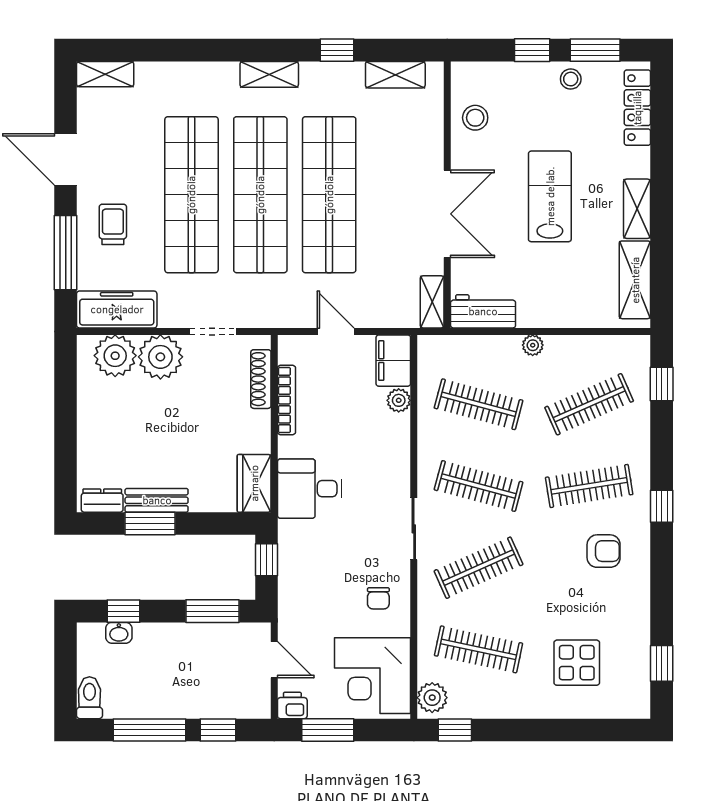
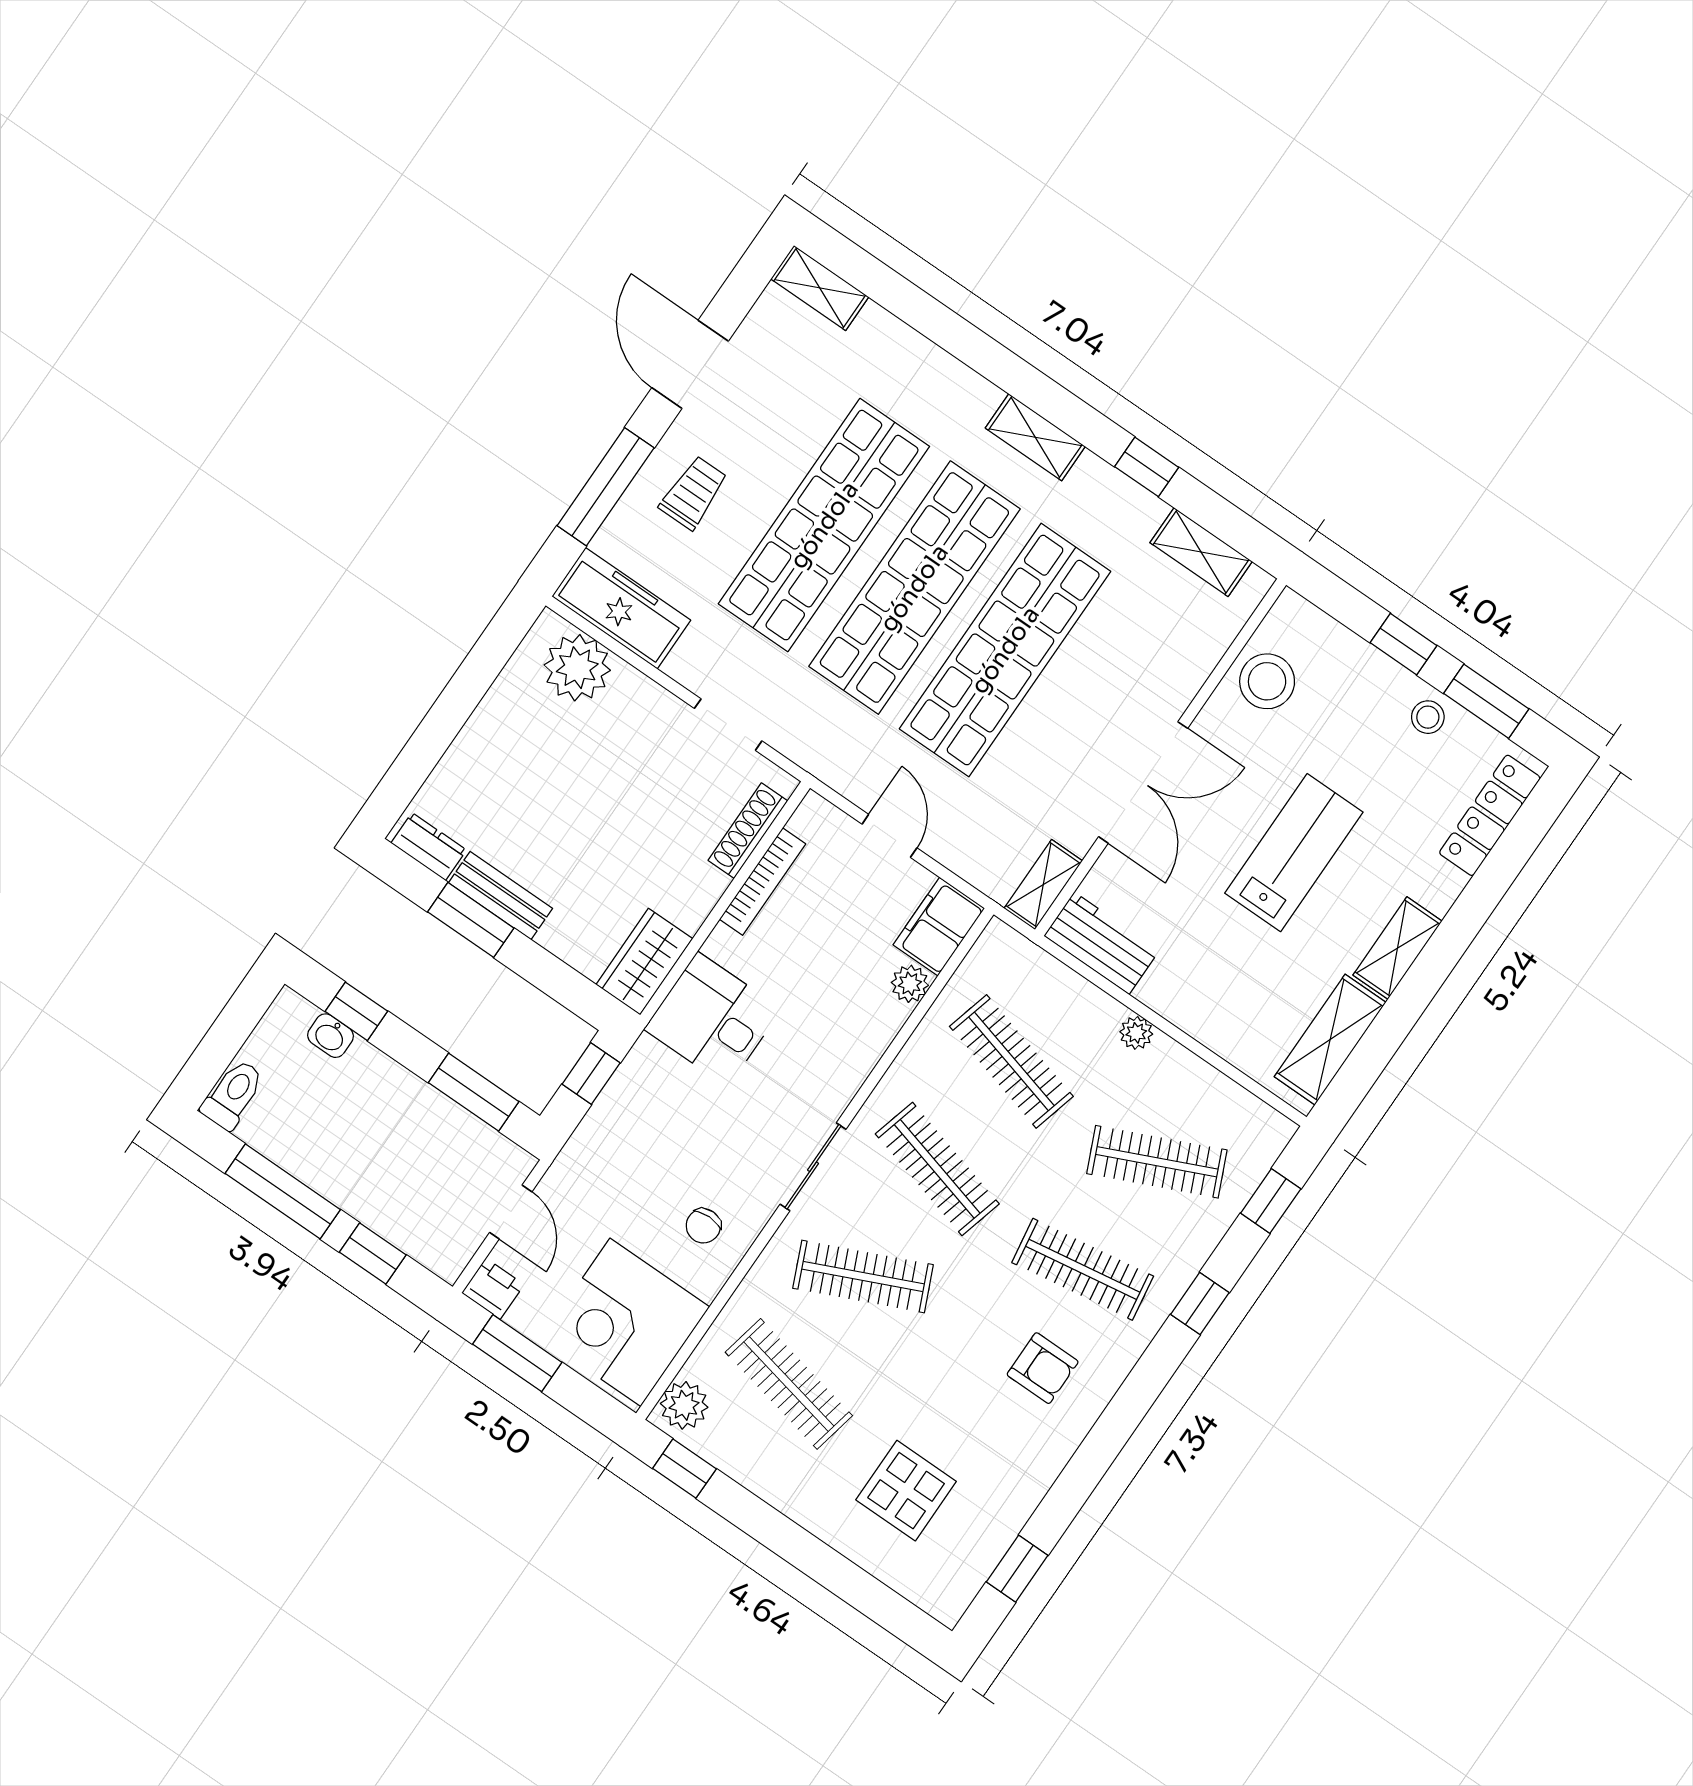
stool: (475, 118) -> (1267, 681), width x1.38, depth x1.38
plant: (160, 357) -> (636, 710), removed
window: (662, 506) -> (1200, 1304), moved

